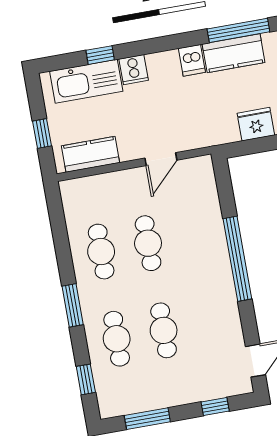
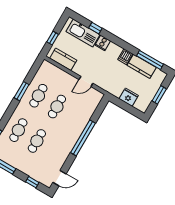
window: (73, 305) -> (22, 91), moved

